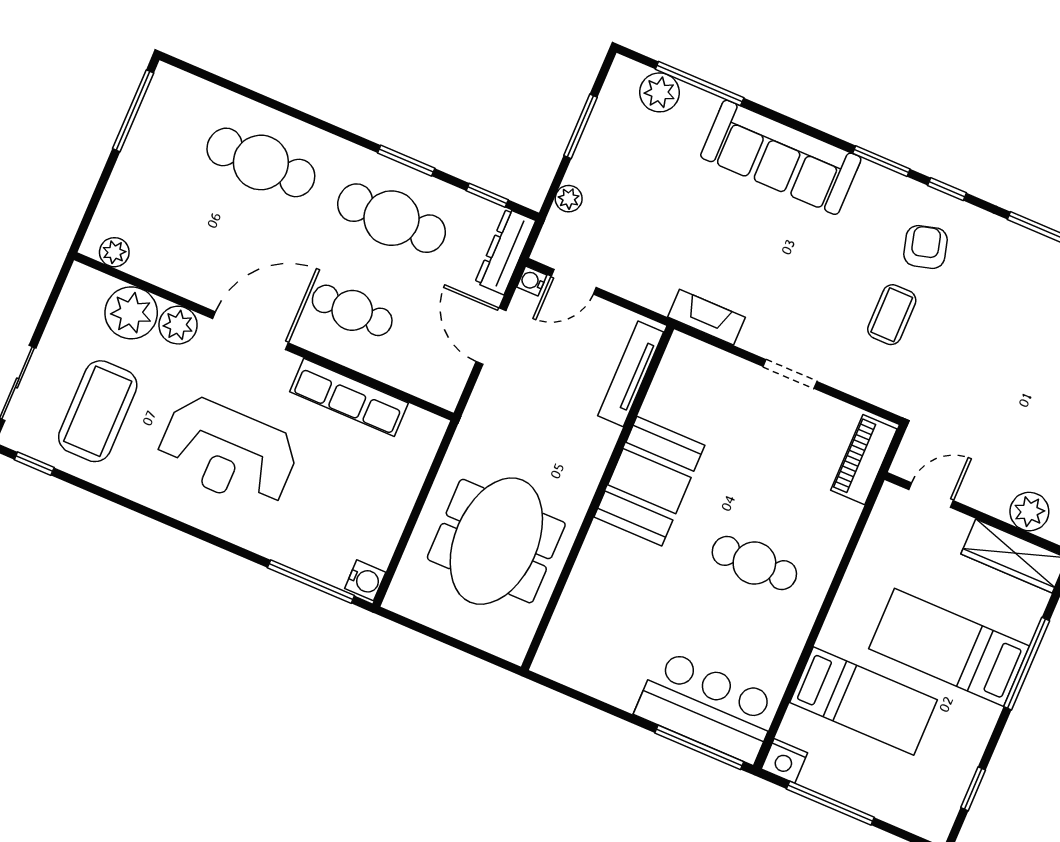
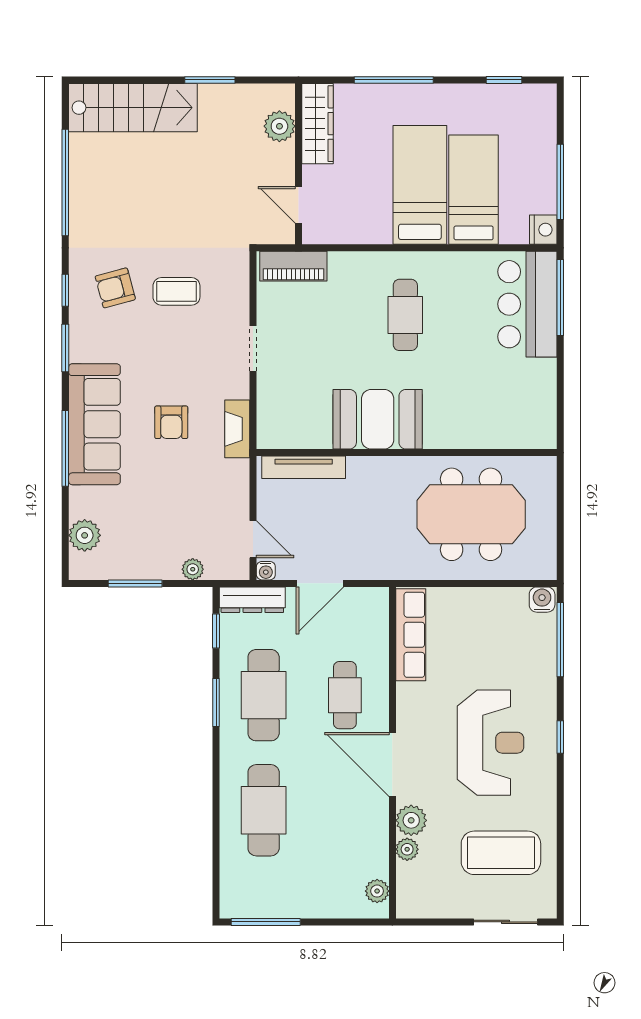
window: (700, 84) -> (65, 448), moved
armchair: (746, 245) -> (171, 422), added
plant: (131, 313) -> (407, 849), width x0.53, depth x0.53
row of seats: (349, 397) -> (411, 635), moved
window: (34, 464) -> (560, 737), moved
bed: (949, 647) -> (420, 185), moved, turned 180

